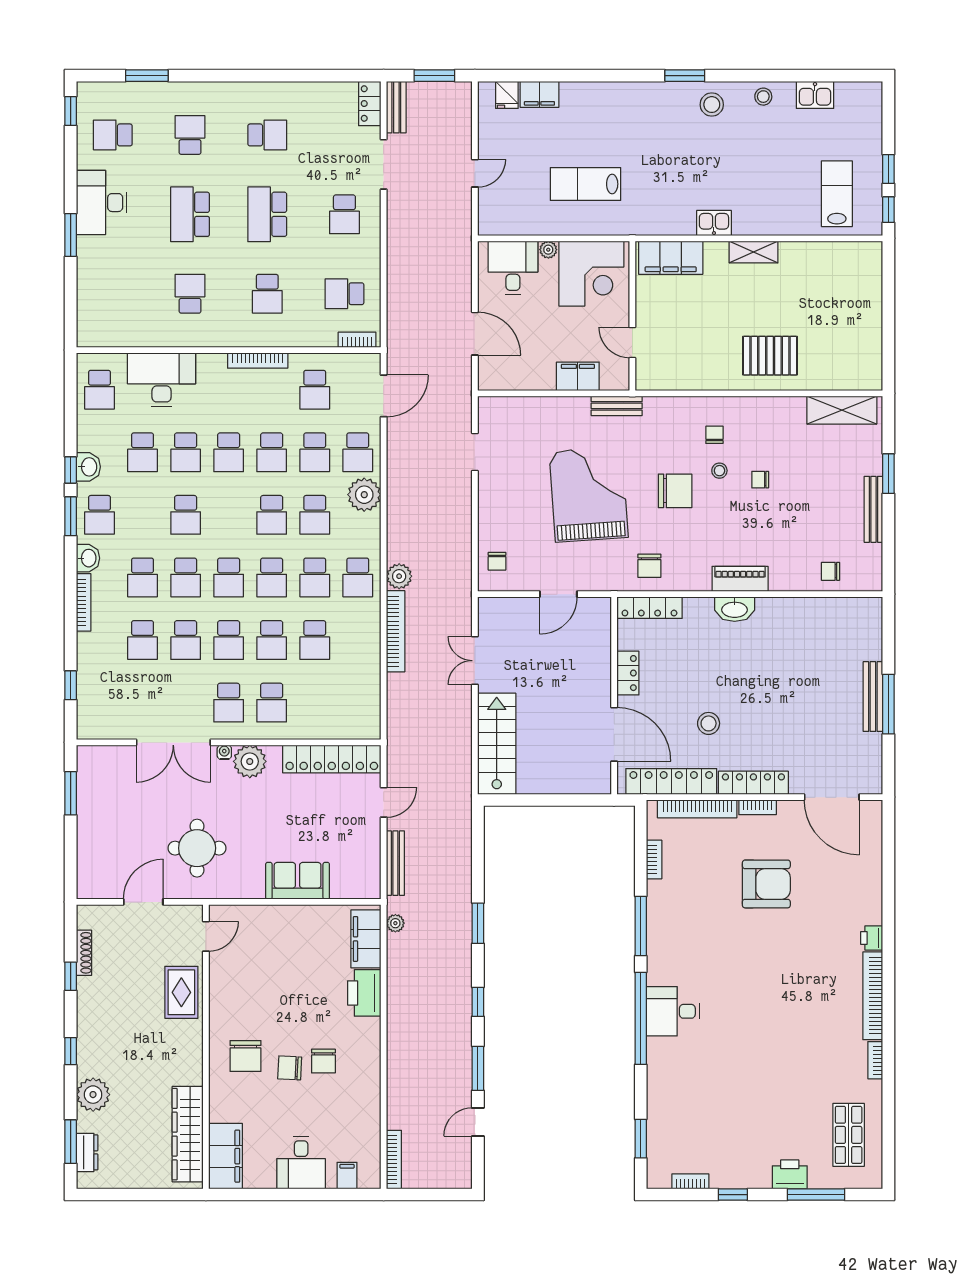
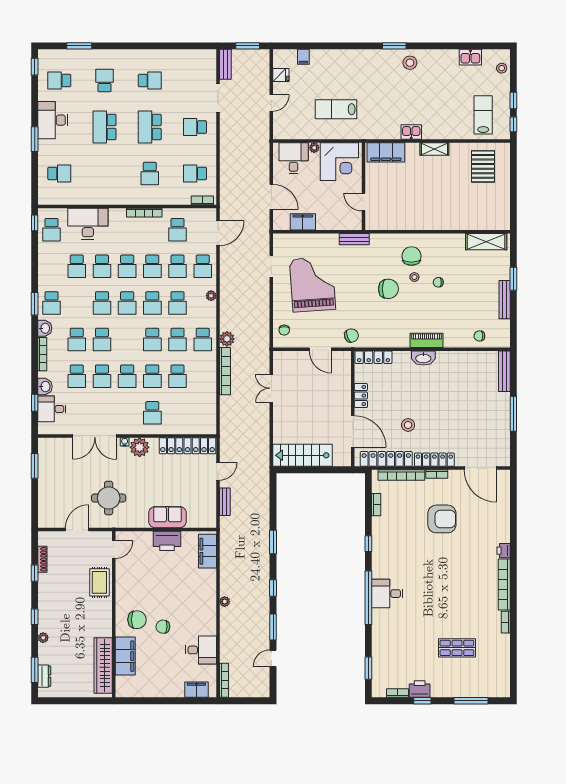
filing cabinet: (539, 94) -> (303, 57), width x0.50
fridge: (507, 95) -> (281, 75), moved, turned -90
stool: (763, 97) -> (502, 68), moved
locker: (370, 104) -> (210, 62), removed
school desk: (344, 214) -> (195, 127), turned 90
school desk: (190, 294) -> (59, 173), moved, turned 90
pallet: (770, 356) -> (483, 166), moved, turned 90
filing cabinet: (578, 376) -> (303, 222), moved
chair: (714, 435) -> (411, 256), width x1.87, depth x1.87
washbasin: (88, 467) -> (45, 387), moved
window: (71, 470) -> (35, 223), moved
grand piano: (589, 494) -> (312, 284), moved
plant: (364, 495) -> (211, 296), width x0.53, depth x0.53
chair: (649, 566) -> (351, 336), moved, turned -110
school desk: (229, 577) -> (127, 303), moved
door: (558, 594) -> (320, 349), hinge flipped
desk: (100, 696) -> (52, 409), added
bench: (873, 697) -> (504, 371), moved
school desk: (229, 703) -> (127, 413), removed
stairs: (497, 744) -> (303, 455), moved, turned -90
bench: (395, 863) -> (225, 502), width x0.73
plant: (395, 923) -> (225, 602), moved
window: (641, 926) -> (368, 544), width x0.46
printer: (364, 993) -> (167, 541), moved, turned -90
chair: (246, 1056) -> (137, 620), turned -90
chair: (323, 1061) -> (183, 623), removed
plant: (93, 1095) -> (43, 638), width x0.53, depth x0.53
shop shelf: (849, 1135) -> (457, 648), moved, turned 90
filing cabinet: (226, 1156) -> (125, 656), moved
desk: (301, 1163) -> (201, 650), moved, turned -90
printer: (790, 1174) -> (420, 689), moved
filing cabinet: (347, 1176) -> (196, 690), width x2.00

